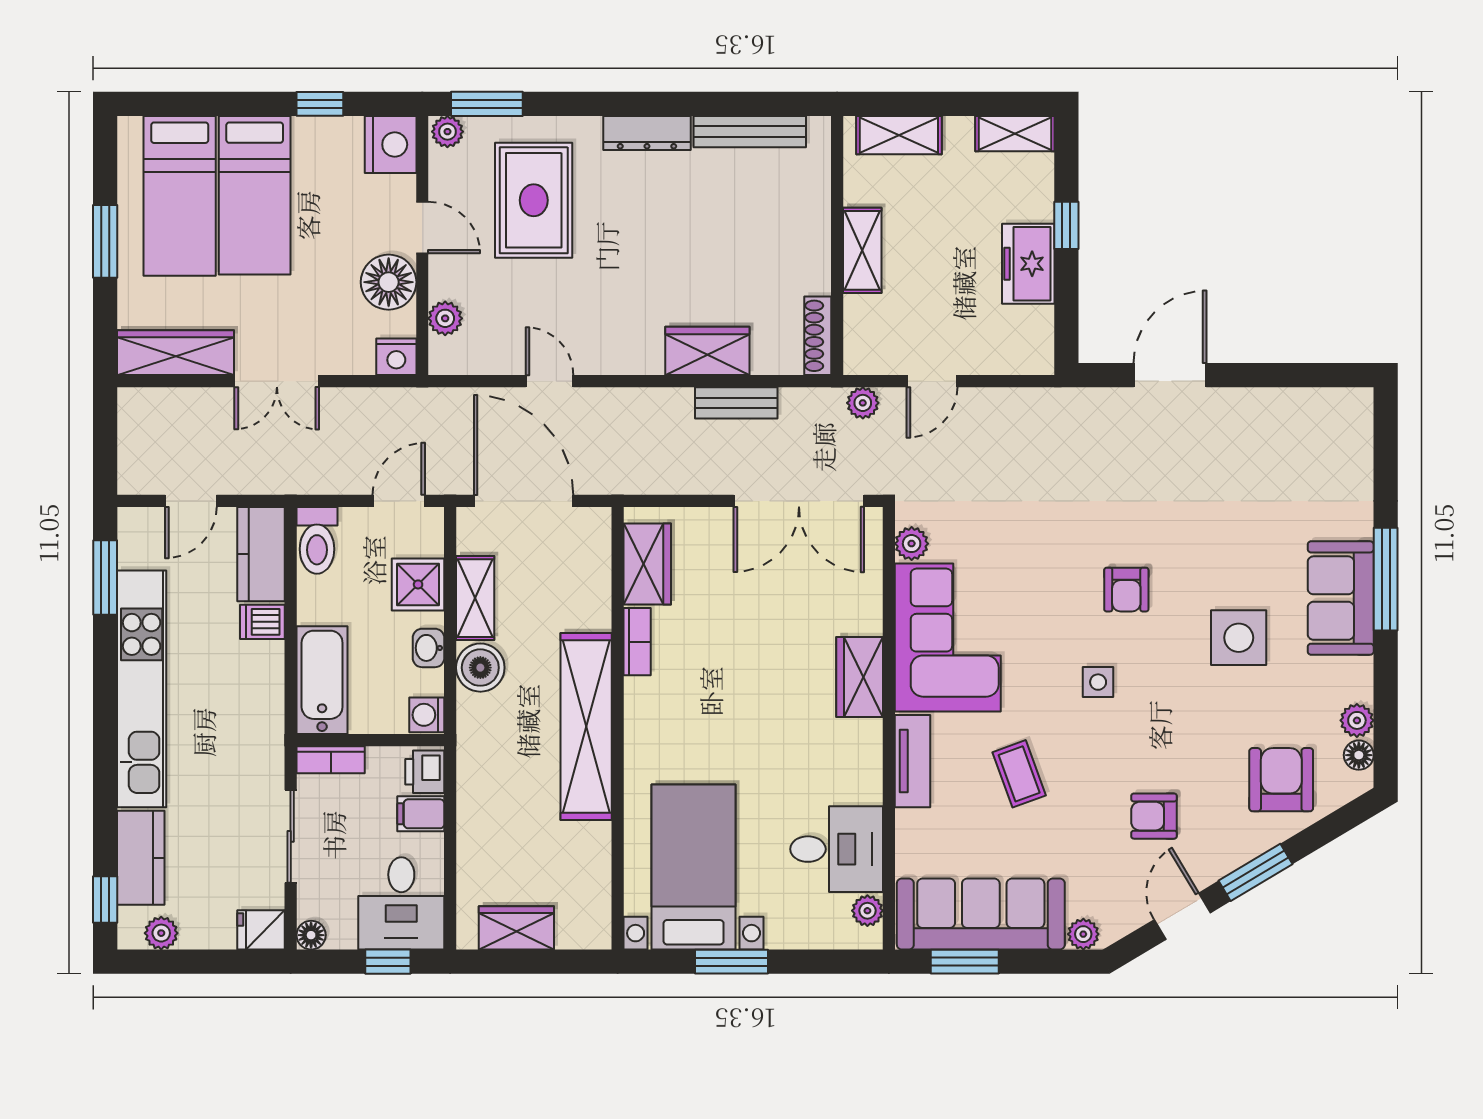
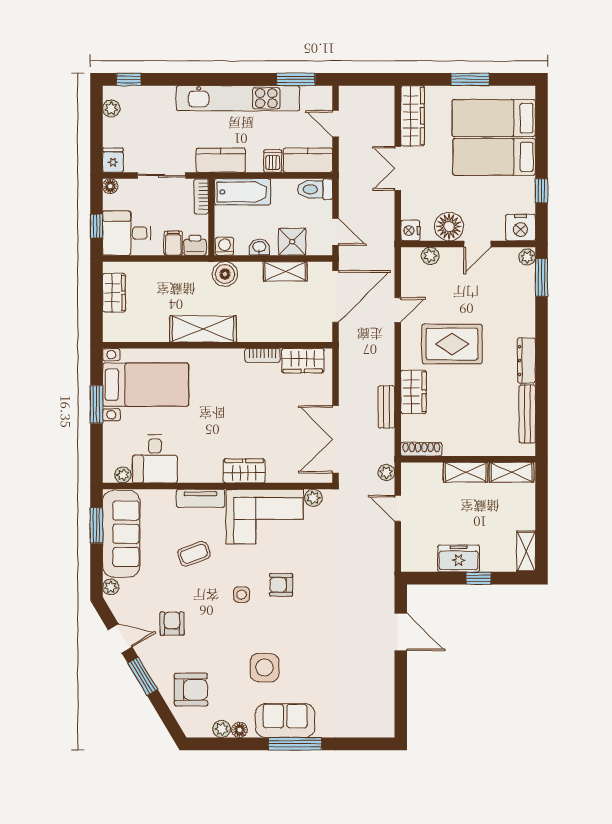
shelving: (899, 135) -> (511, 472), moved, turned 90
rug: (534, 200) -> (452, 344), moved
armchair: (1126, 590) -> (281, 585), moved
boiler: (480, 668) -> (225, 274), moved
shelving: (586, 726) -> (203, 329), width x0.68
floor lamp: (1359, 755) -> (240, 730), moved
kitchen counter: (141, 858) -> (221, 160), moved, turned 180

